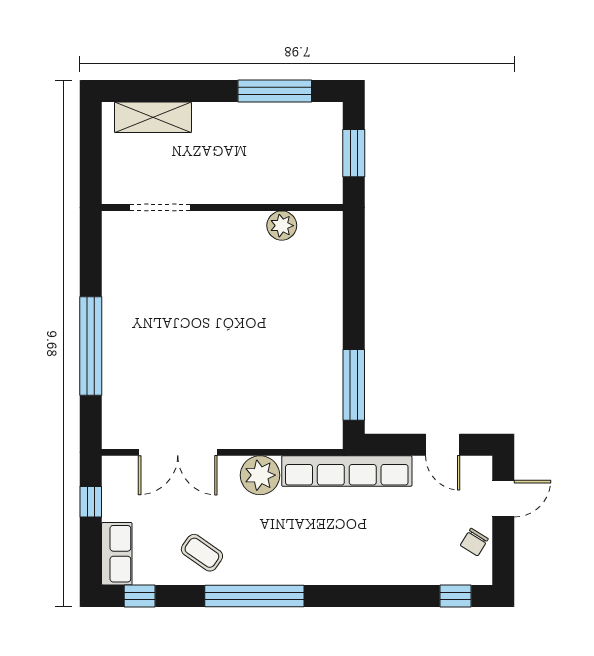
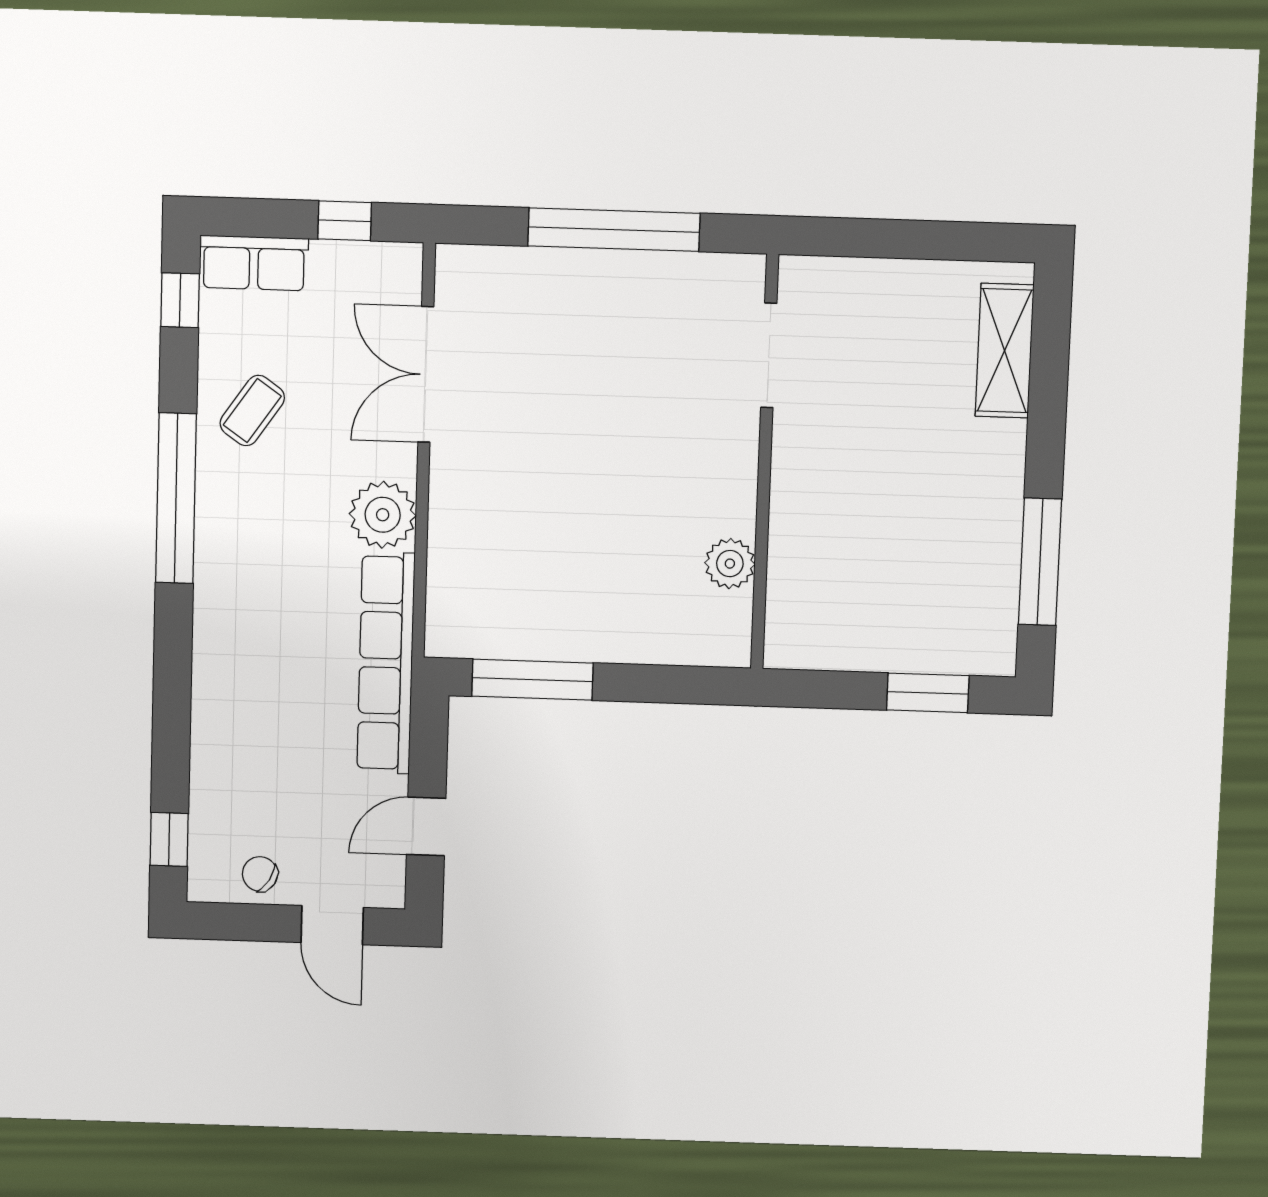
doorway: (160, 207) -> (769, 355), moved
wall: (222, 207) -> (765, 463), moved
plant: (282, 226) -> (730, 564), moved

